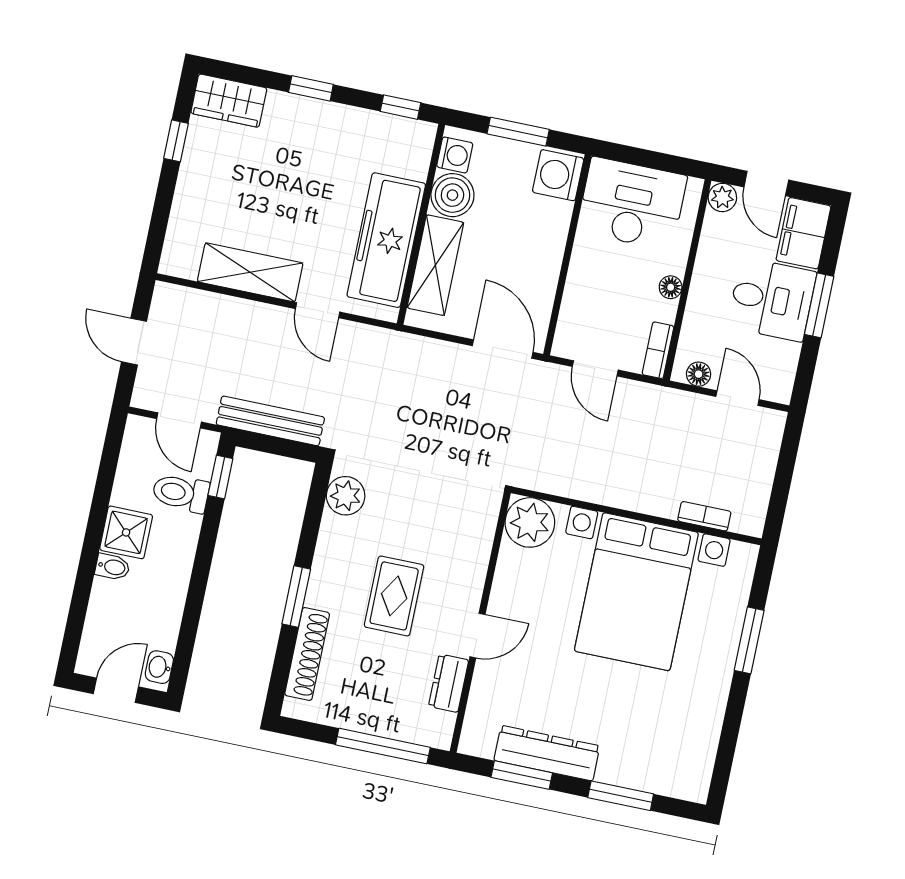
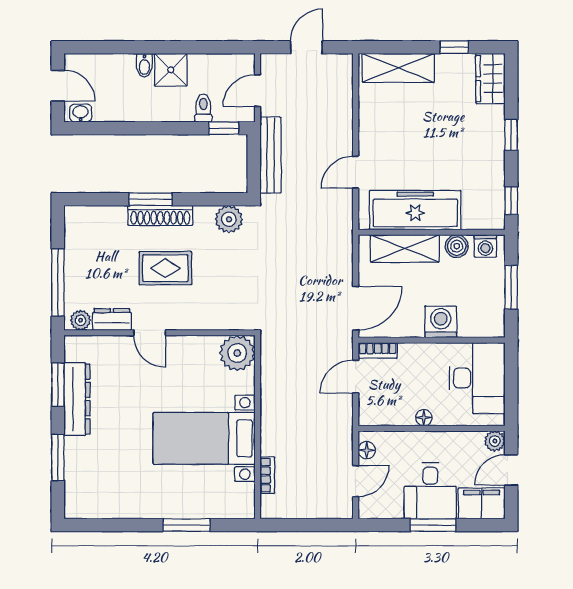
washing machine: (558, 175) -> (441, 322), moved
boiler: (452, 195) -> (457, 246), width x0.73, depth x0.73
shelving: (250, 272) -> (398, 68), moved, turned 90
bookcase: (658, 350) -> (378, 350), moved, turned 180
toilet: (181, 493) -> (203, 108), width x0.73, depth x0.72
bed with nightstands: (636, 592) -> (204, 438), width x0.73
shoe rack: (307, 654) -> (160, 215), moved
plant: (441, 726) -> (81, 320), added

